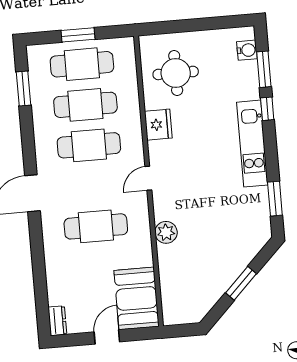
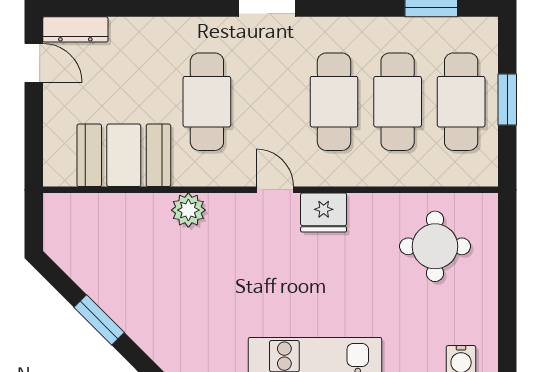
fridge: (158, 125) -> (324, 212), moved
booth: (136, 298) -> (124, 155), moved
dresser: (57, 321) -> (75, 29), width x1.44
door: (107, 337) -> (34, 63), moved

